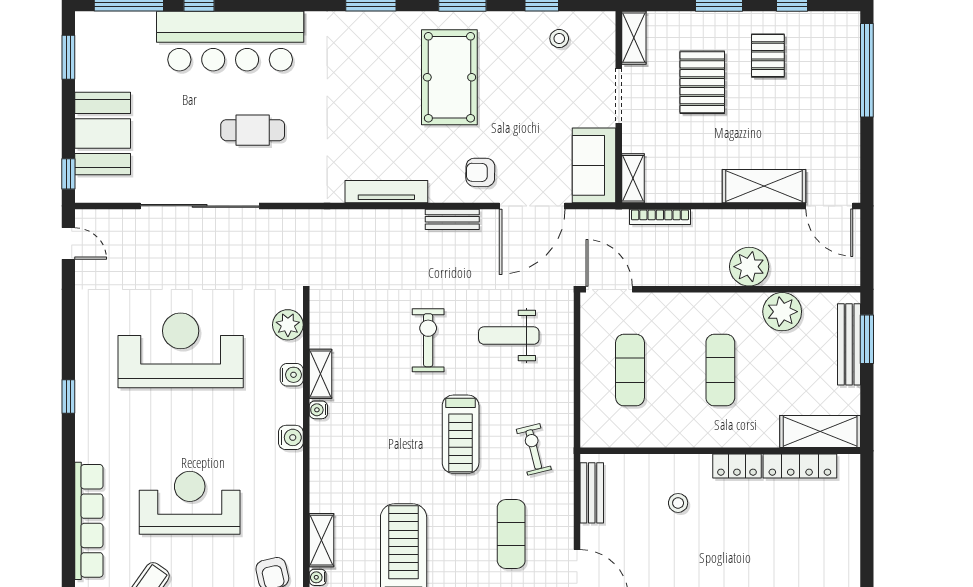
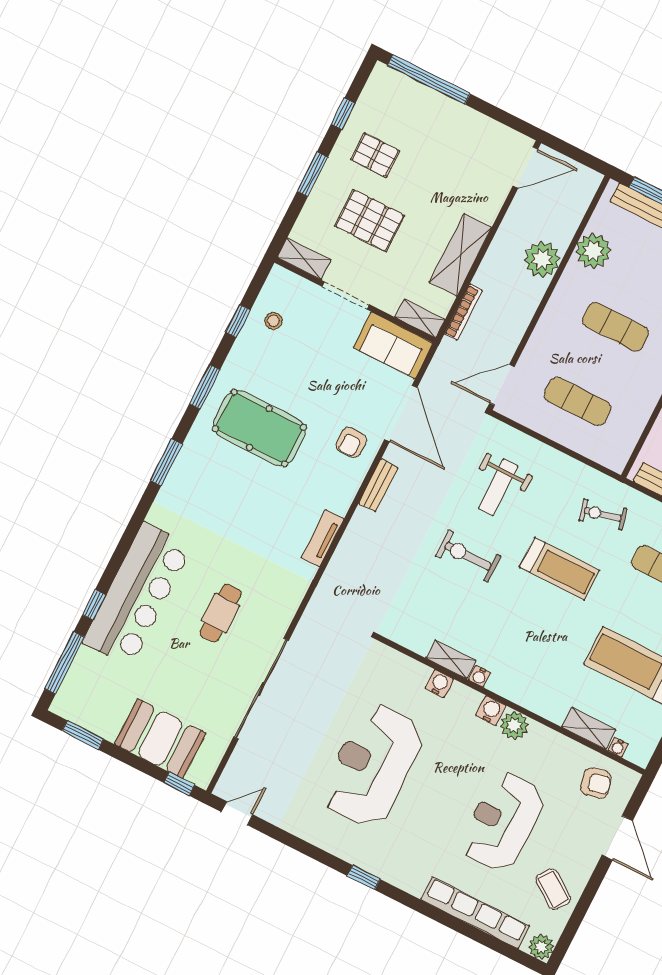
shelving: (764, 186) -> (461, 255), moved
tv unit: (386, 192) -> (323, 538), width x0.71
plant: (288, 325) -> (514, 725), moved

